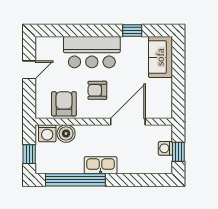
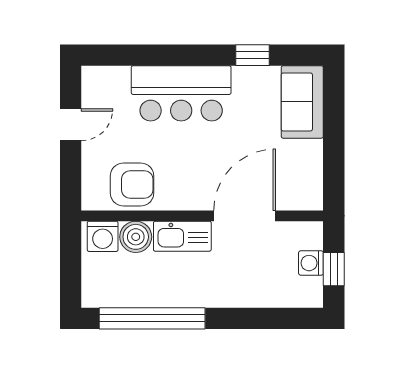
armchair: (97, 90) -> (191, 161), removed
armchair: (64, 104) -> (132, 184), turned 90
window: (29, 154) -> (71, 273), removed
kitchen sink: (101, 165) -> (182, 236), moved, turned 180

